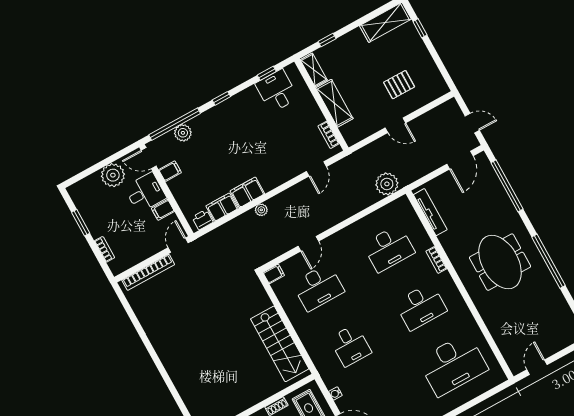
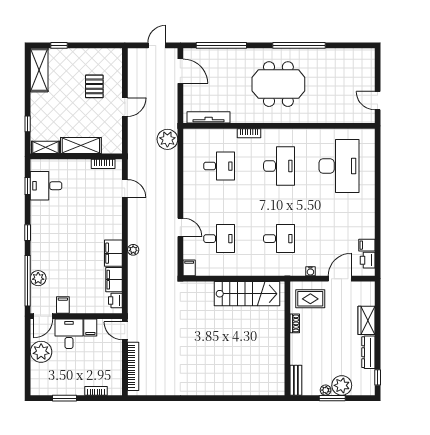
desk: (389, 248) -> (219, 166), width x0.73
desk: (318, 287) -> (219, 239), width x0.73

